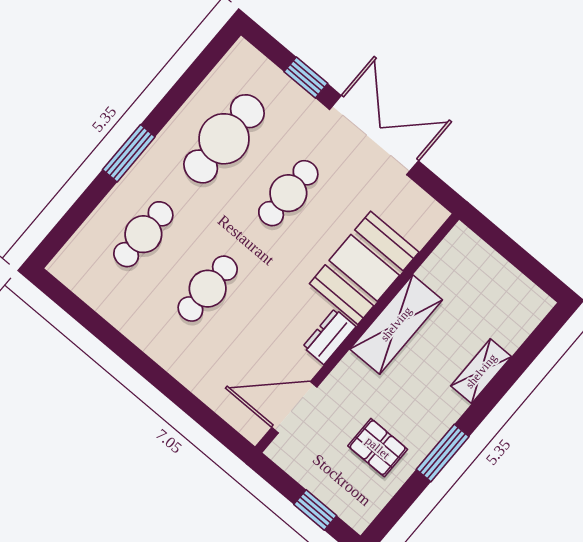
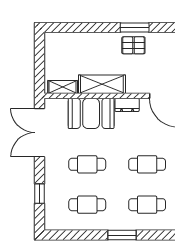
double door: (374, 135) -> (40, 133), moved
cafe table: (224, 139) -> (87, 205), width x0.73, depth x0.74
shelving: (481, 371) -> (63, 87), moved
pallet: (378, 448) -> (133, 45), moved, turned 90

